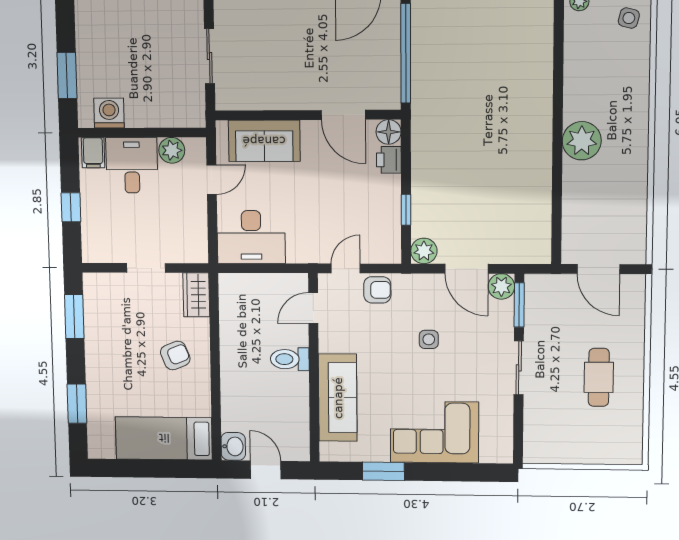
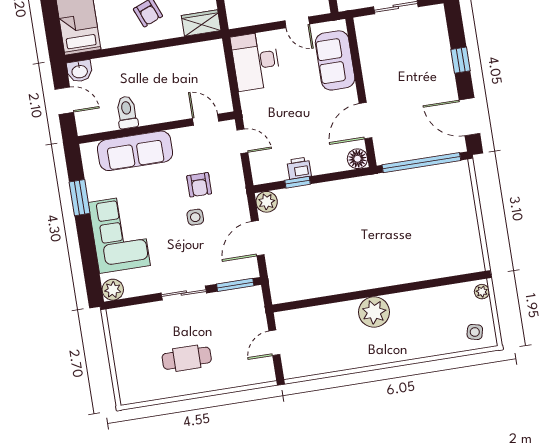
printer: (389, 160) -> (299, 168), moved
door: (598, 269) -> (274, 343), width x0.73
plant: (501, 286) -> (113, 290), moved
armchair: (377, 290) -> (199, 185), moved
toilet: (290, 359) -> (127, 112), moved
door: (266, 470) -> (64, 101), hinge flipped

